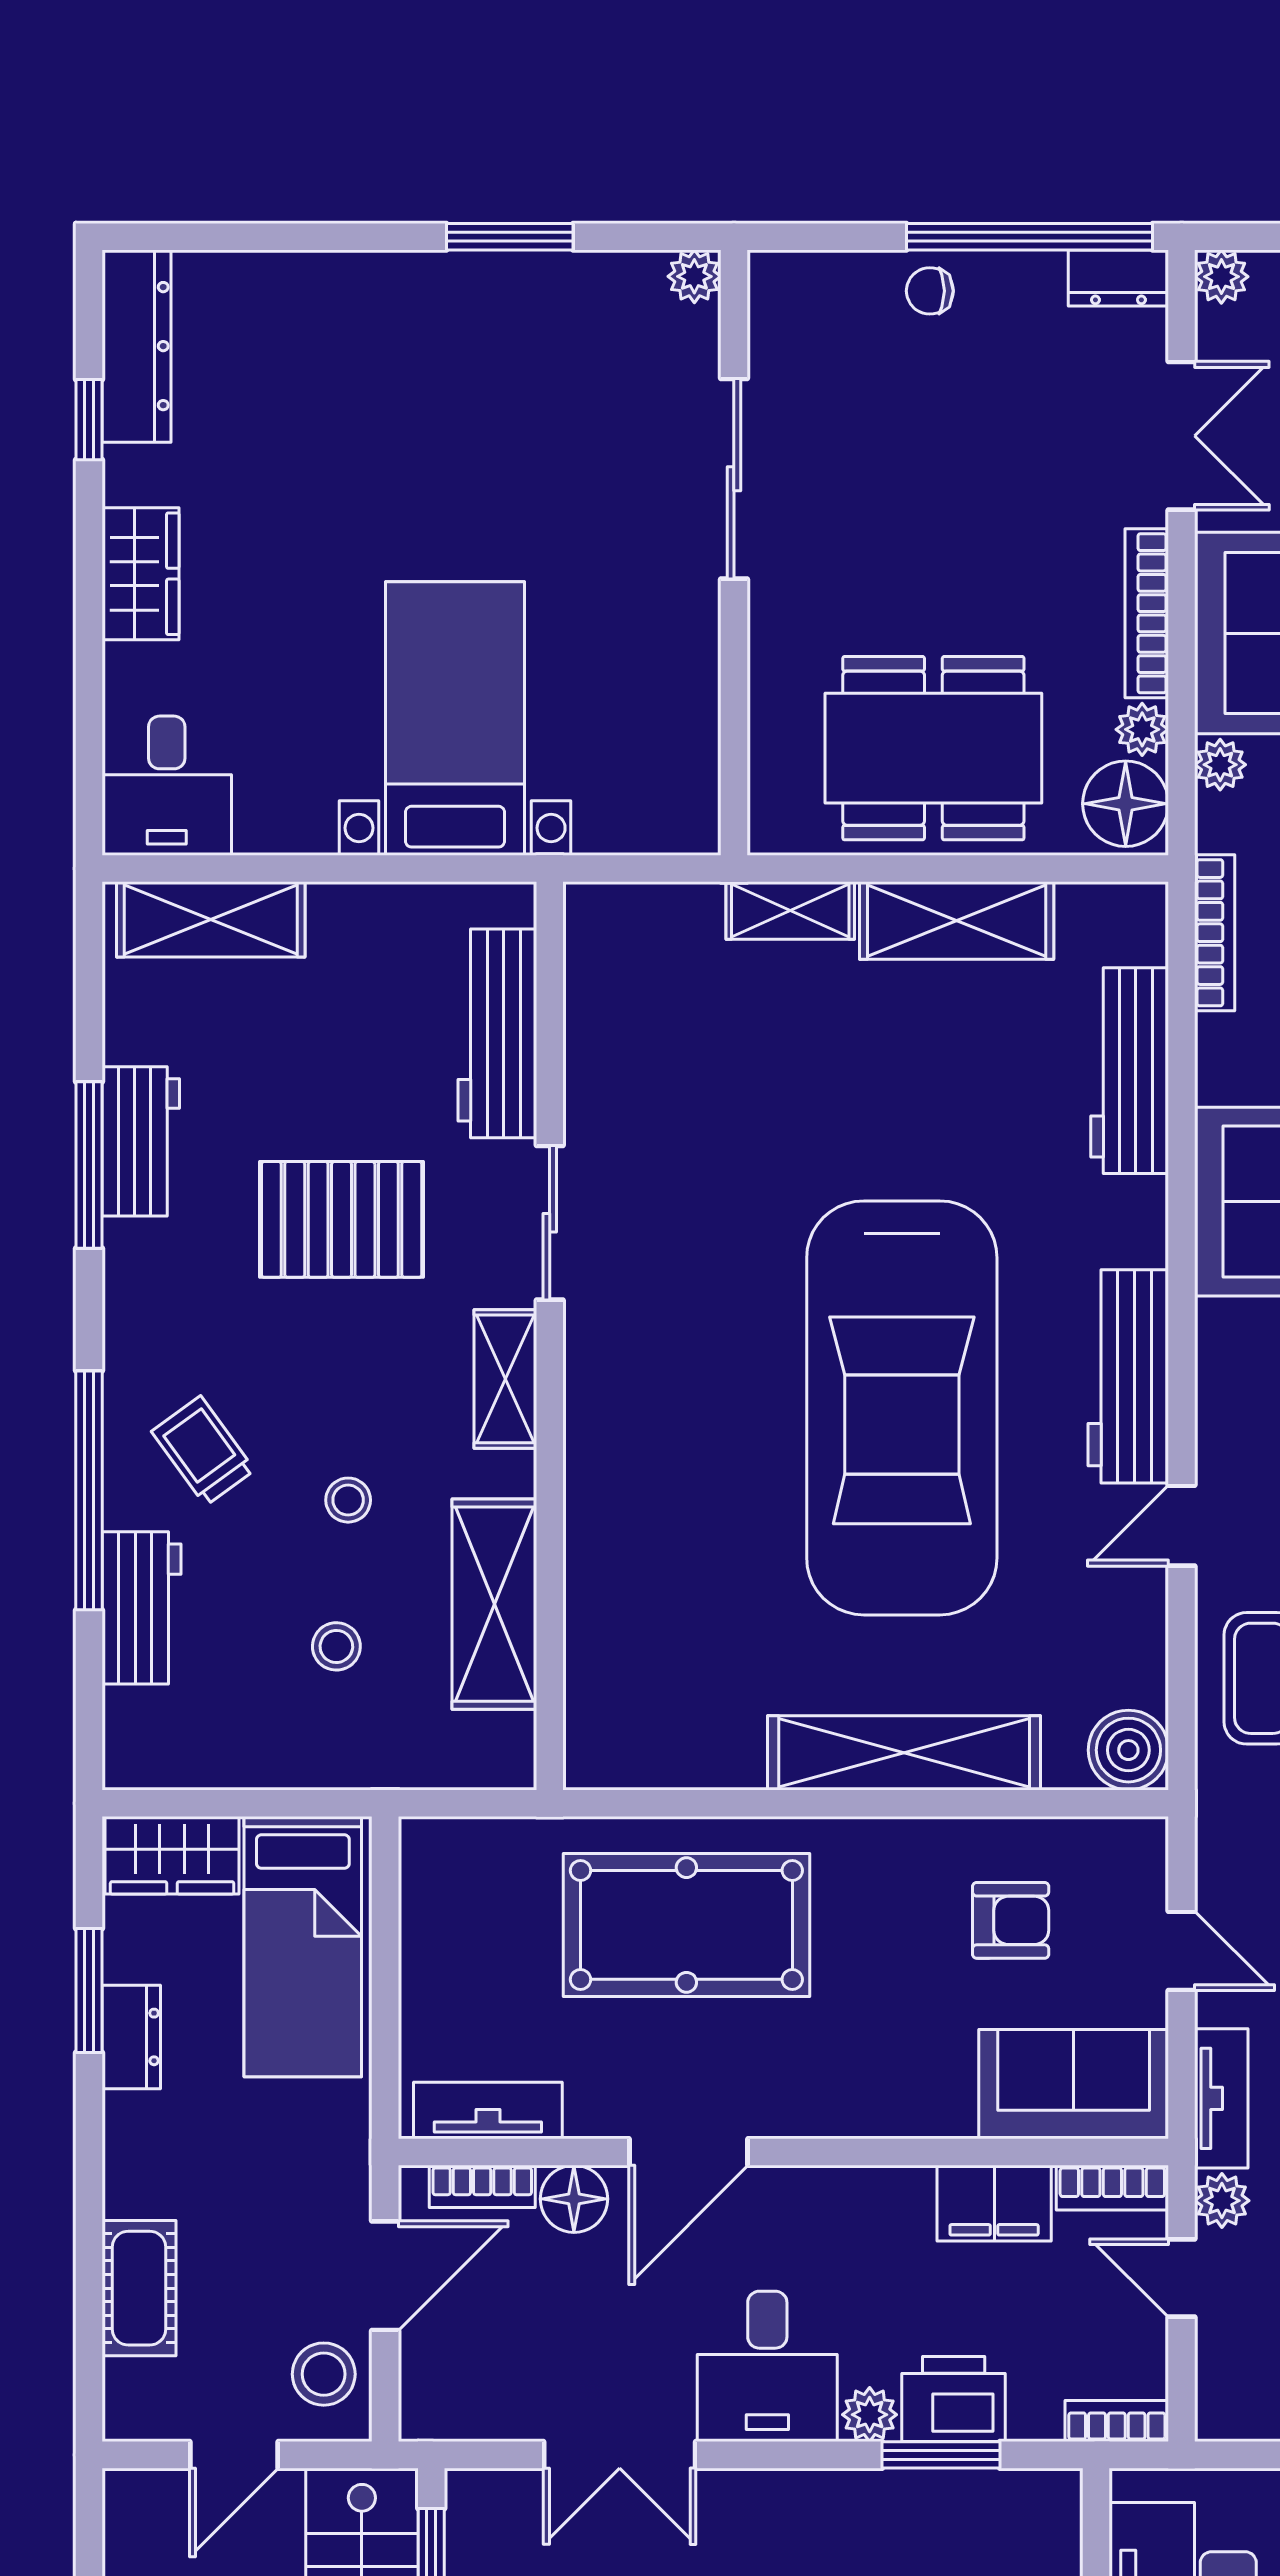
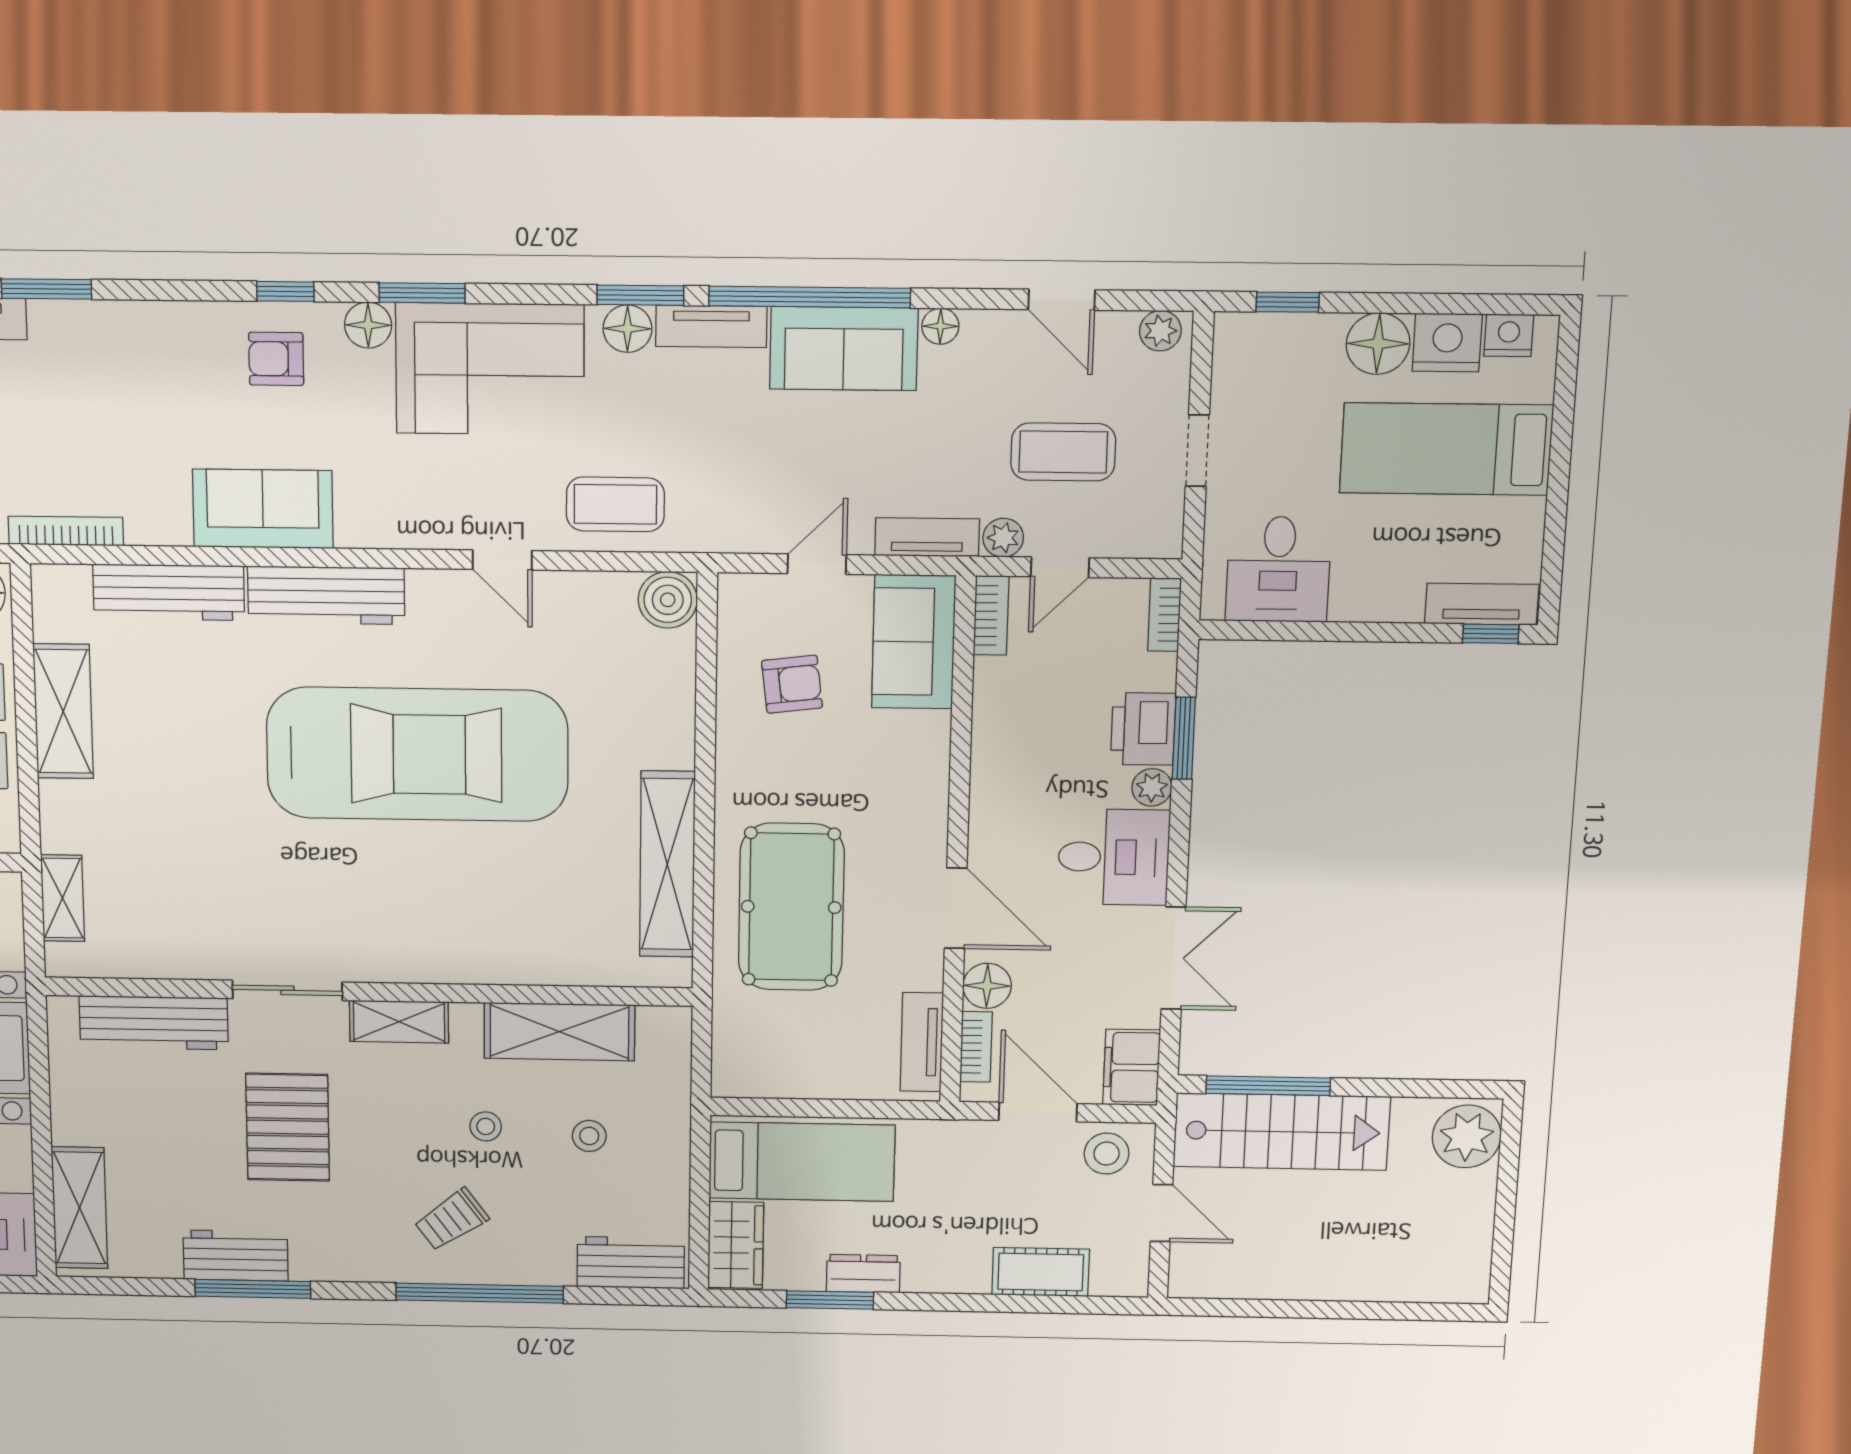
shelving: (790, 911) -> (63, 898), moved
workbench: (1128, 1376) -> (326, 595), moved
workbench: (141, 1608) -> (631, 1263), moved
shelving: (904, 1753) -> (667, 864), moved
armchair: (1011, 1920) -> (792, 684), turned 83
filing cabinet: (994, 2203) -> (1132, 1067), moved, turned 180

